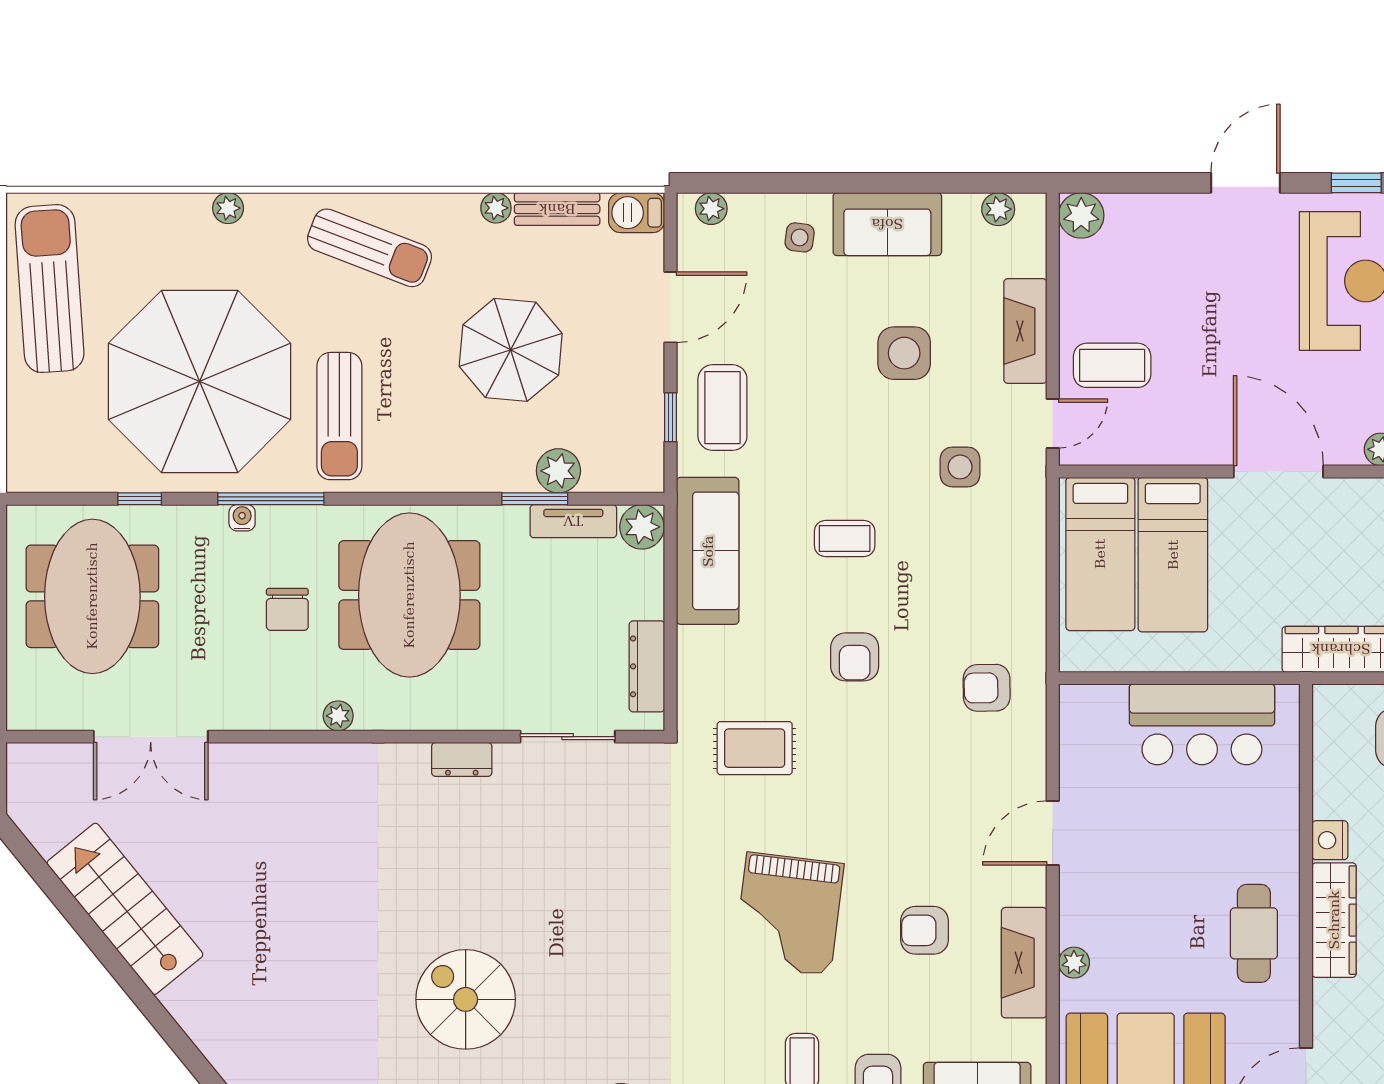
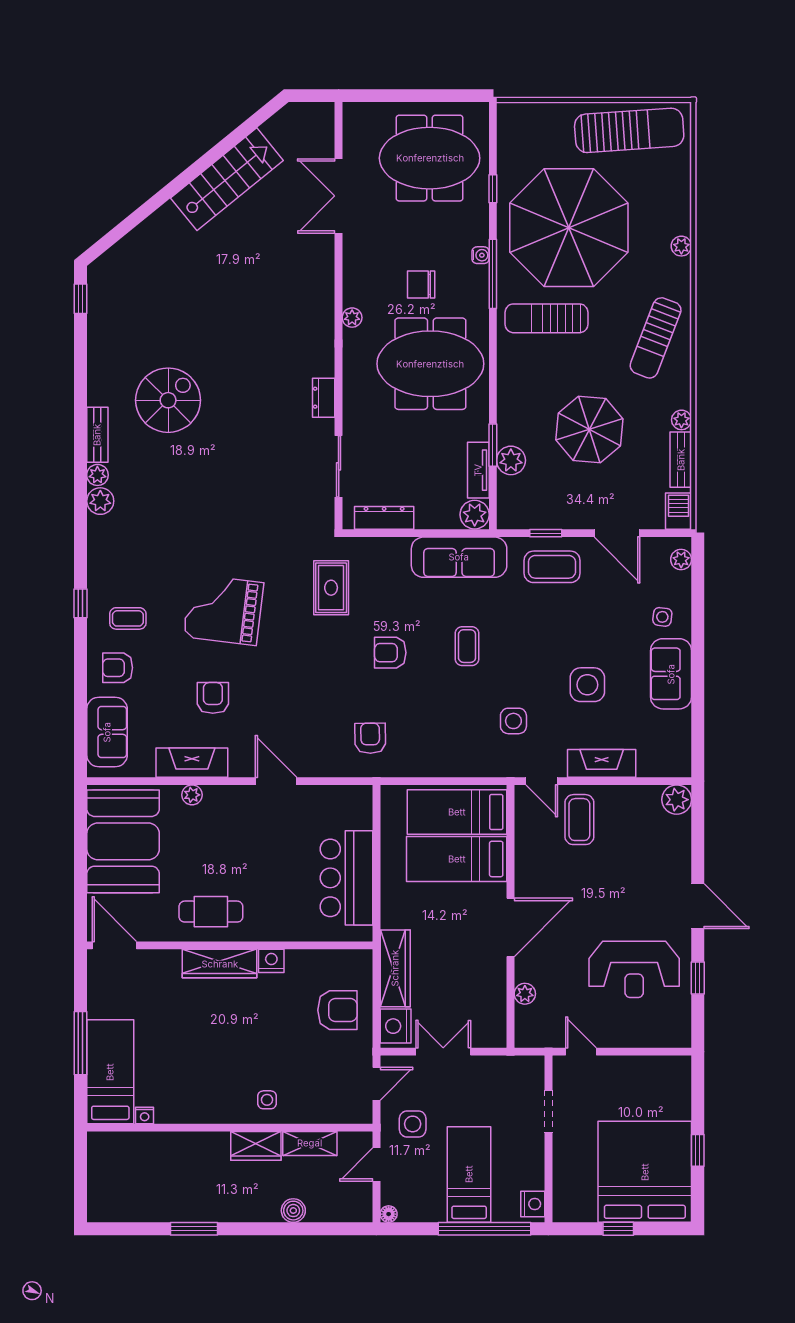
plant: (998, 209) -> (681, 746), removed

